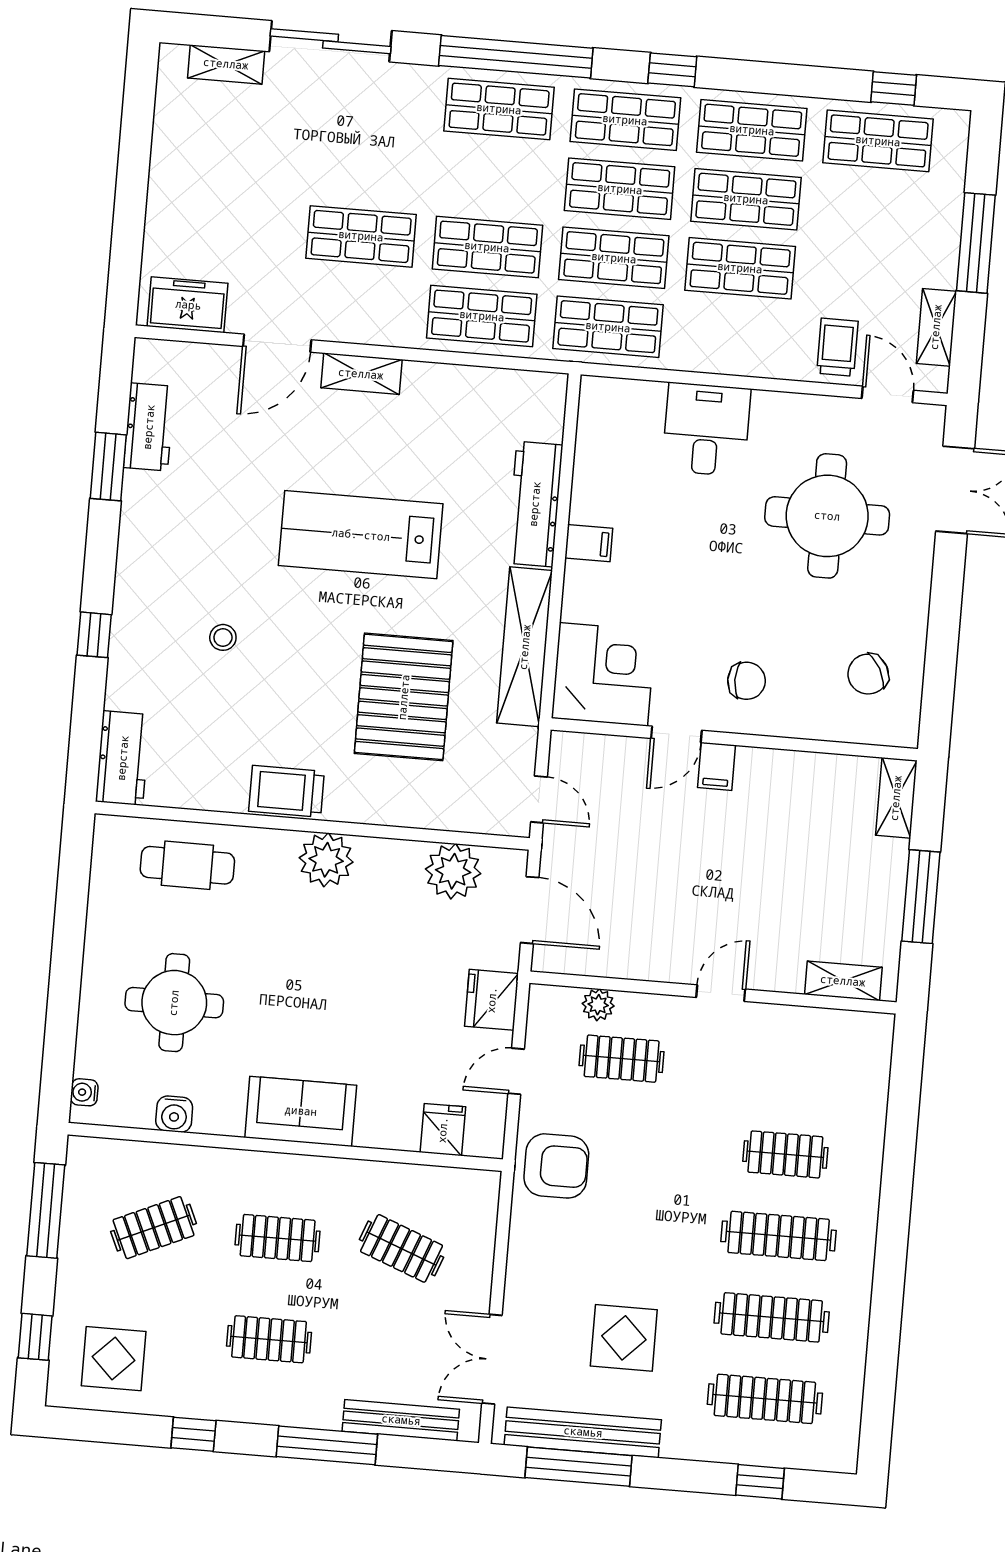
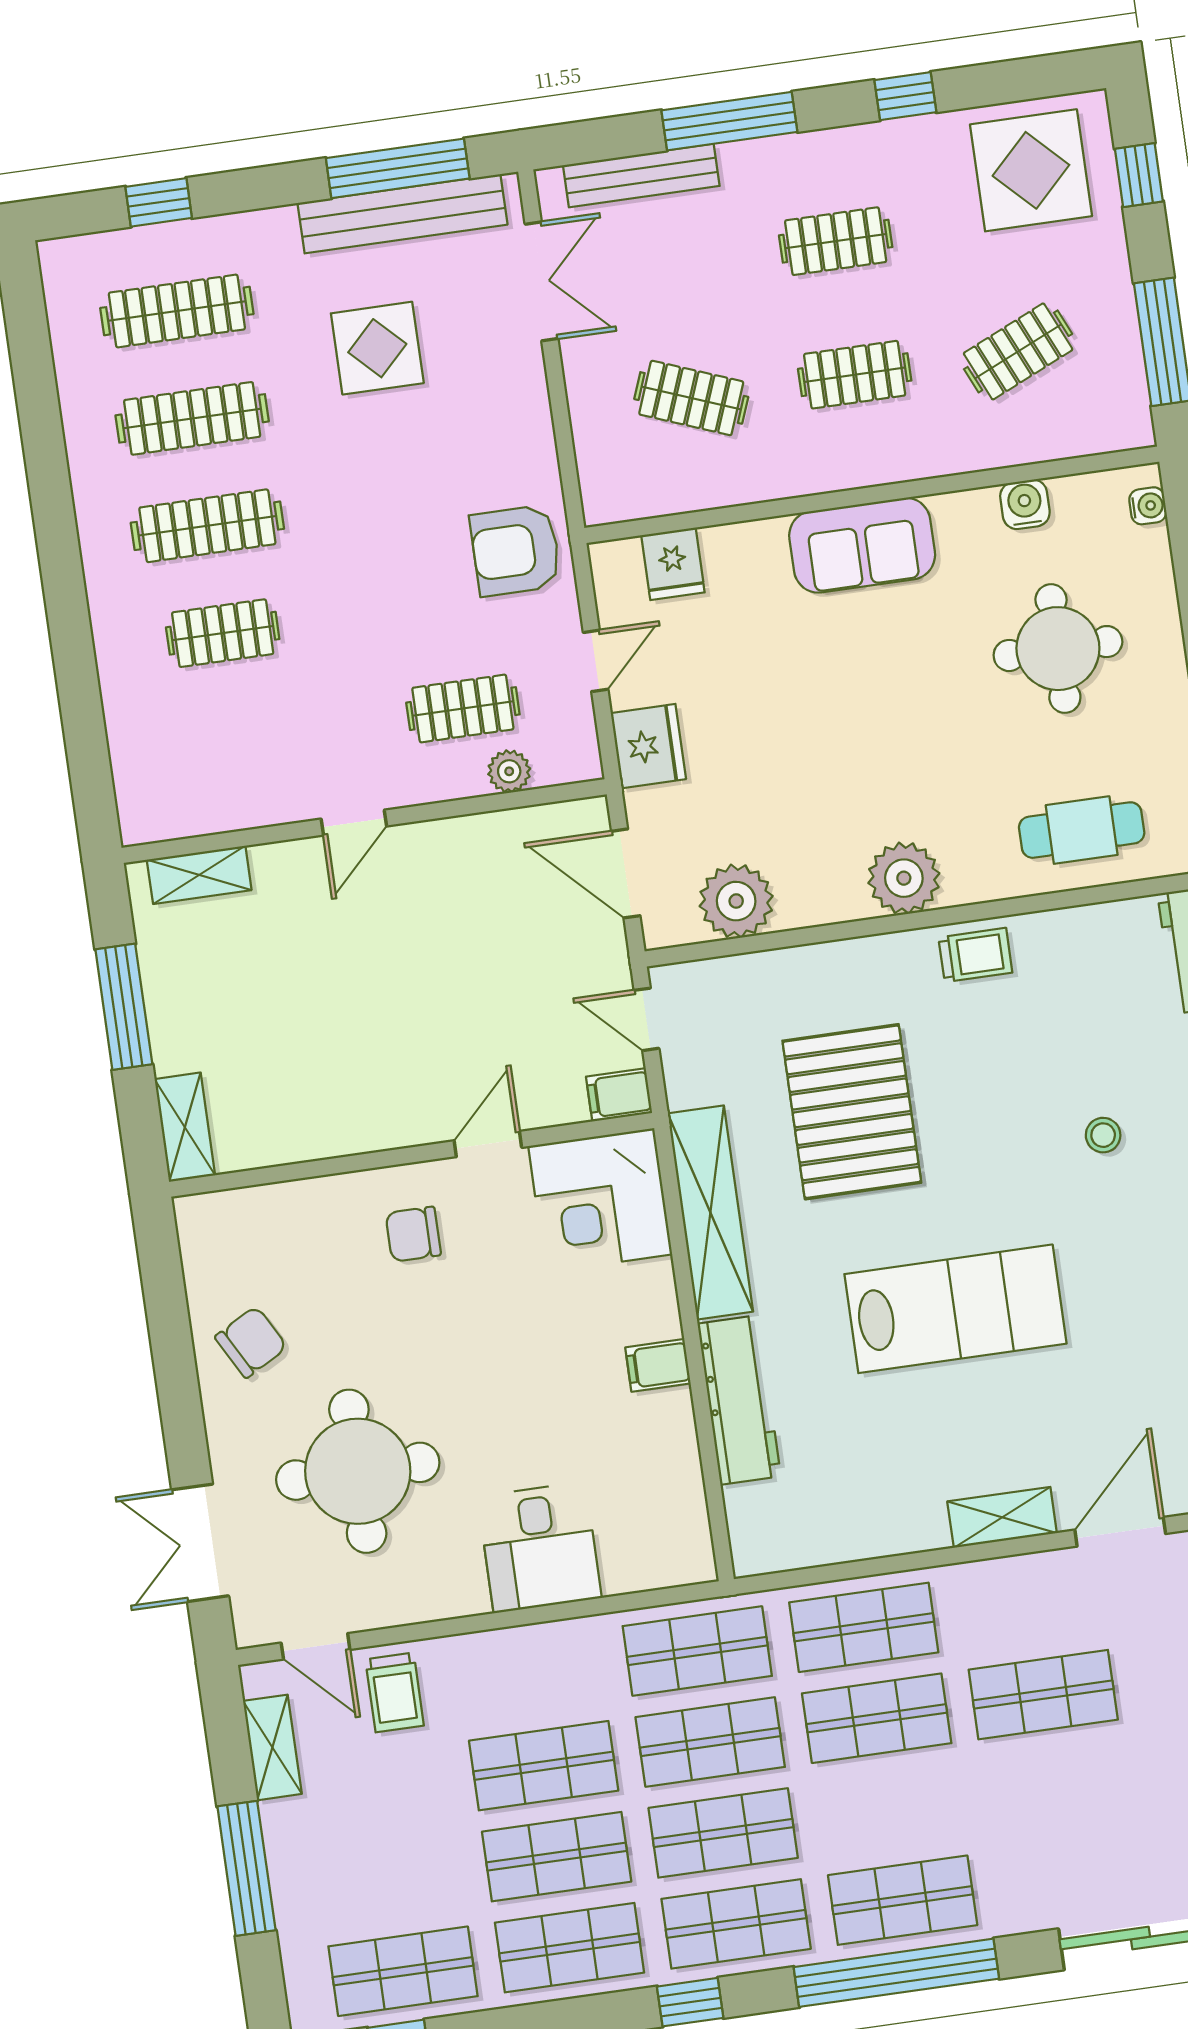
chair: (868, 674) -> (251, 1342), moved
filing cabinet: (717, 766) -> (619, 1095), moved, turned -90
trolley: (286, 791) -> (975, 955), width x0.73, depth x0.72
display table: (114, 1359) -> (1031, 170), width x1.36, depth x1.36

